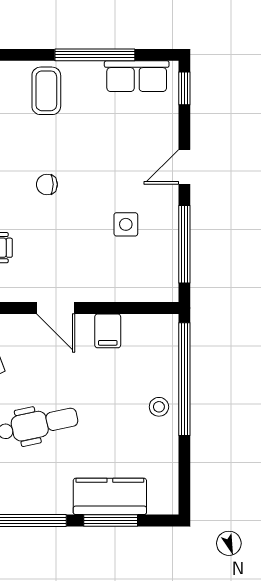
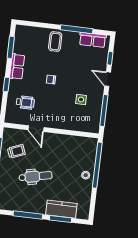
window: (184, 88) -> (110, 58), moved
door: (184, 167) -> (108, 79), hinge flipped
door: (56, 308) -> (36, 129), moved
filing cabinet: (108, 331) -> (69, 142), removed

